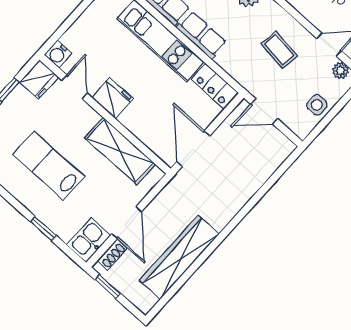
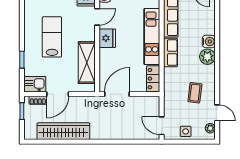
door: (264, 112) -> (162, 126), moved

